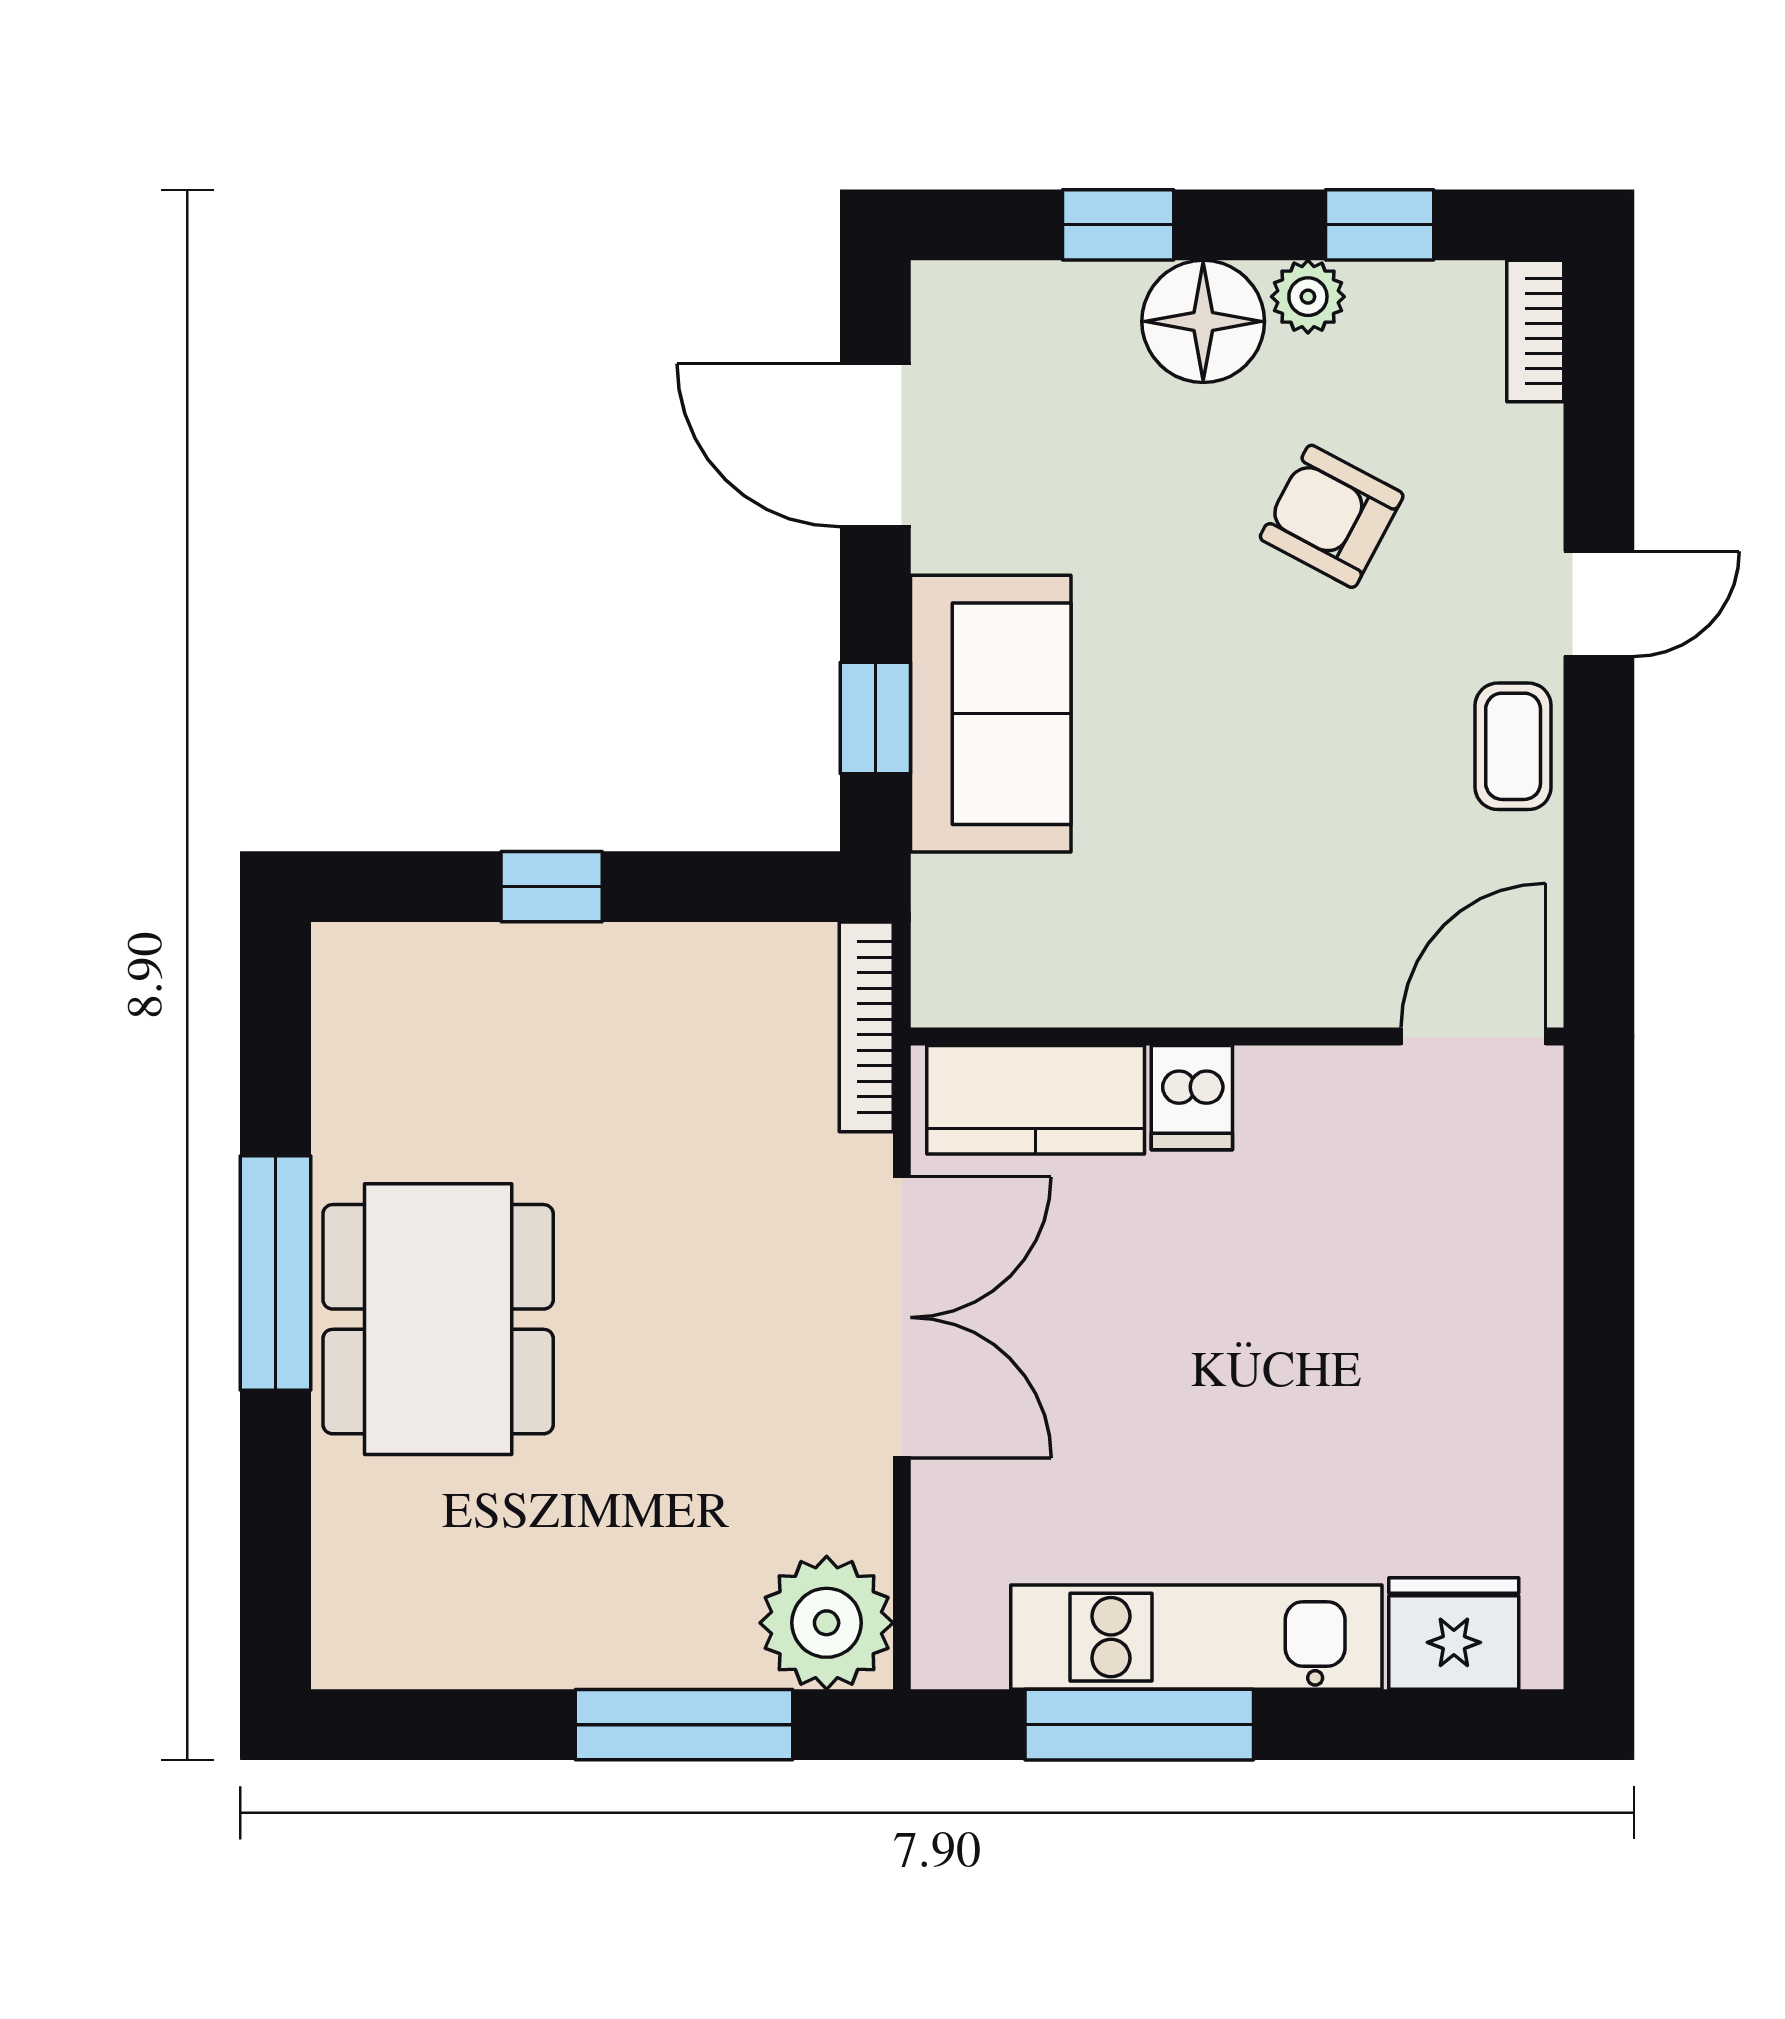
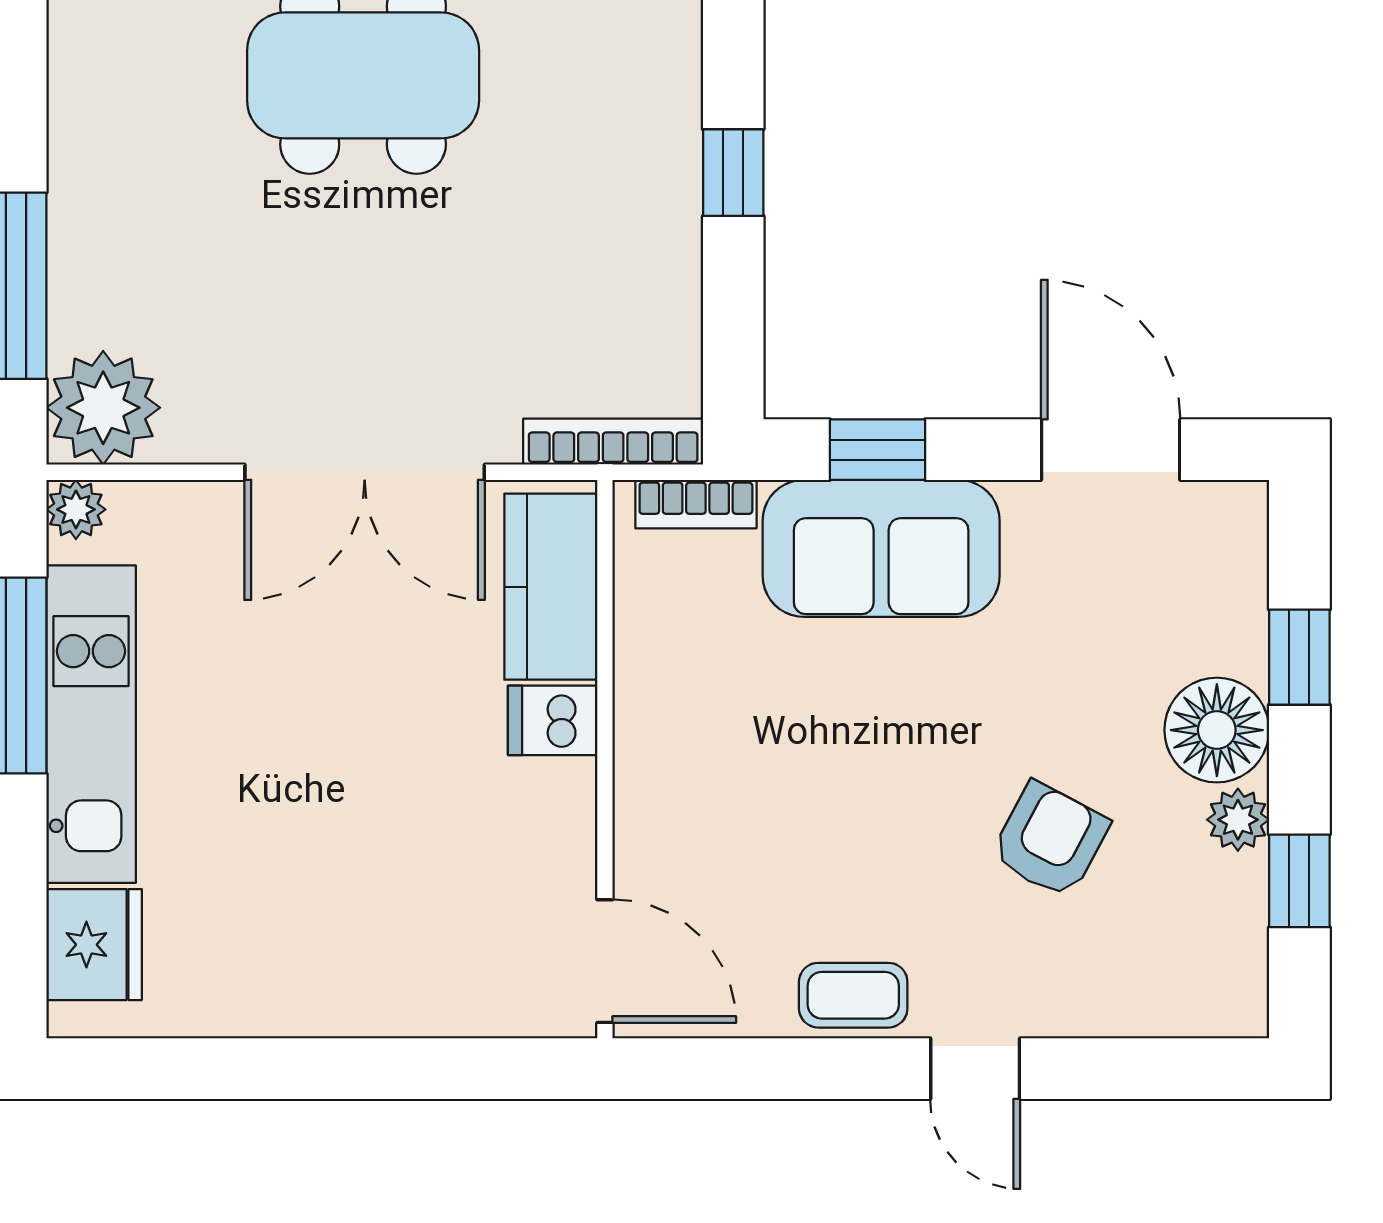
bookcase: (1535, 331) -> (696, 504), moved, turned 180
door: (875, 445) -> (1111, 450), hinge flipped
plant: (945, 1655) -> (76, 509), added

